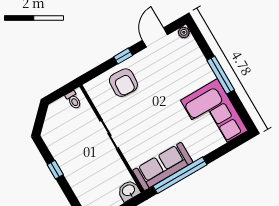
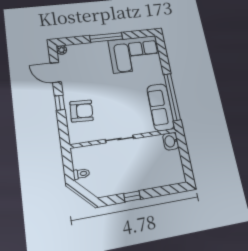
toilet: (73, 100) -> (81, 174), moved

